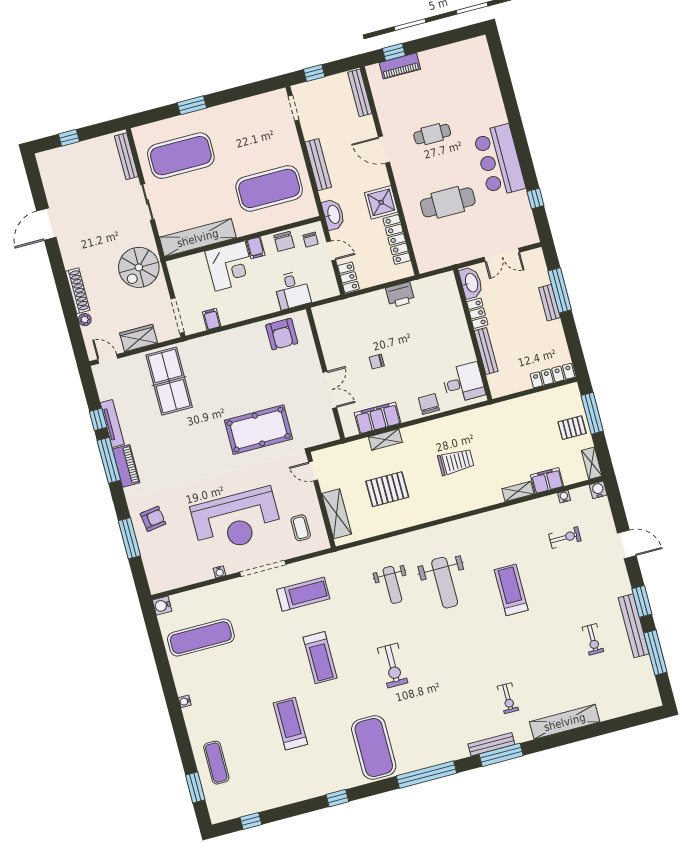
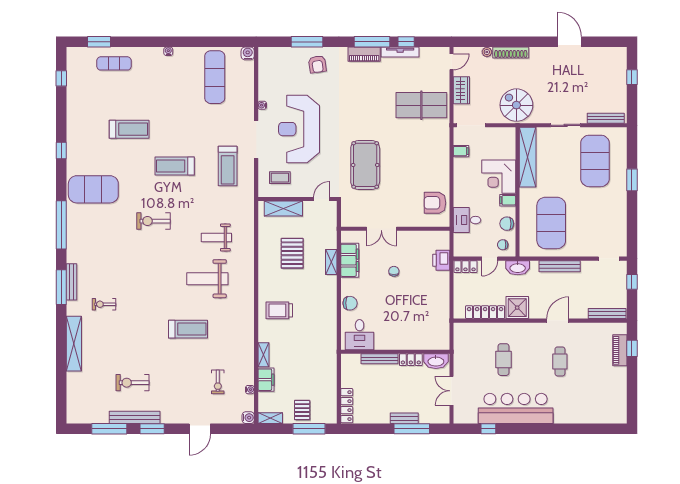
bar counter: (499, 161) -> (516, 408), width x1.36
cafe table: (448, 202) -> (503, 360), width x0.73, depth x0.74
printer: (400, 295) -> (441, 260), moved
trolley: (456, 462) -> (279, 310), moved, turned 90
exercise bike: (593, 639) -> (133, 383), width x1.38, depth x1.39

